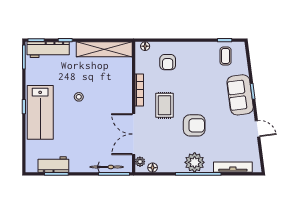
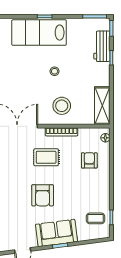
shelving: (104, 49) -> (102, 106), width x0.68
workbench: (48, 50) -> (102, 46), width x0.73
armchair: (168, 62) -> (89, 160), turned 90
stool: (113, 90) -> (62, 106), added
armchair: (194, 125) -> (43, 195), moved

